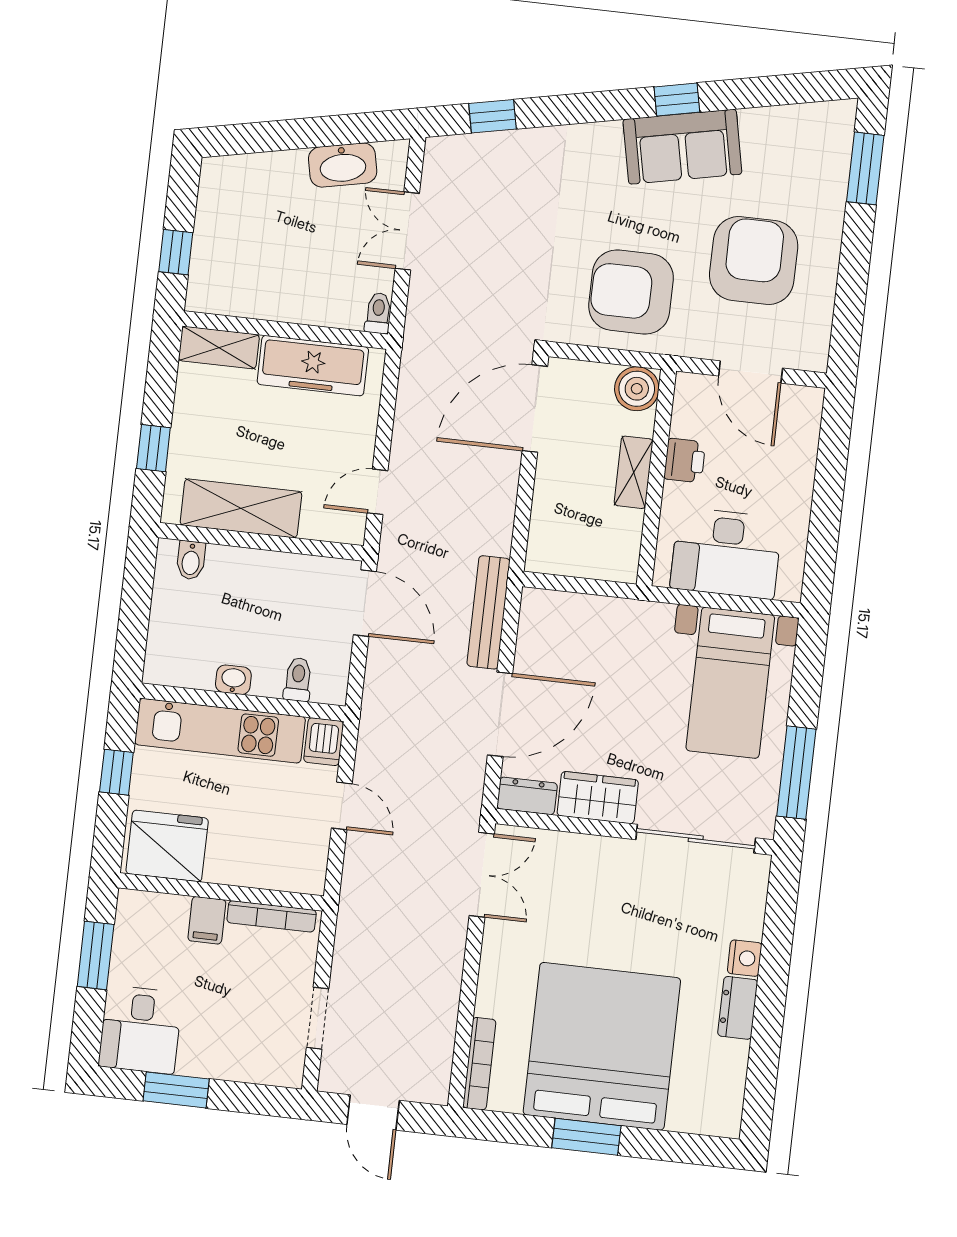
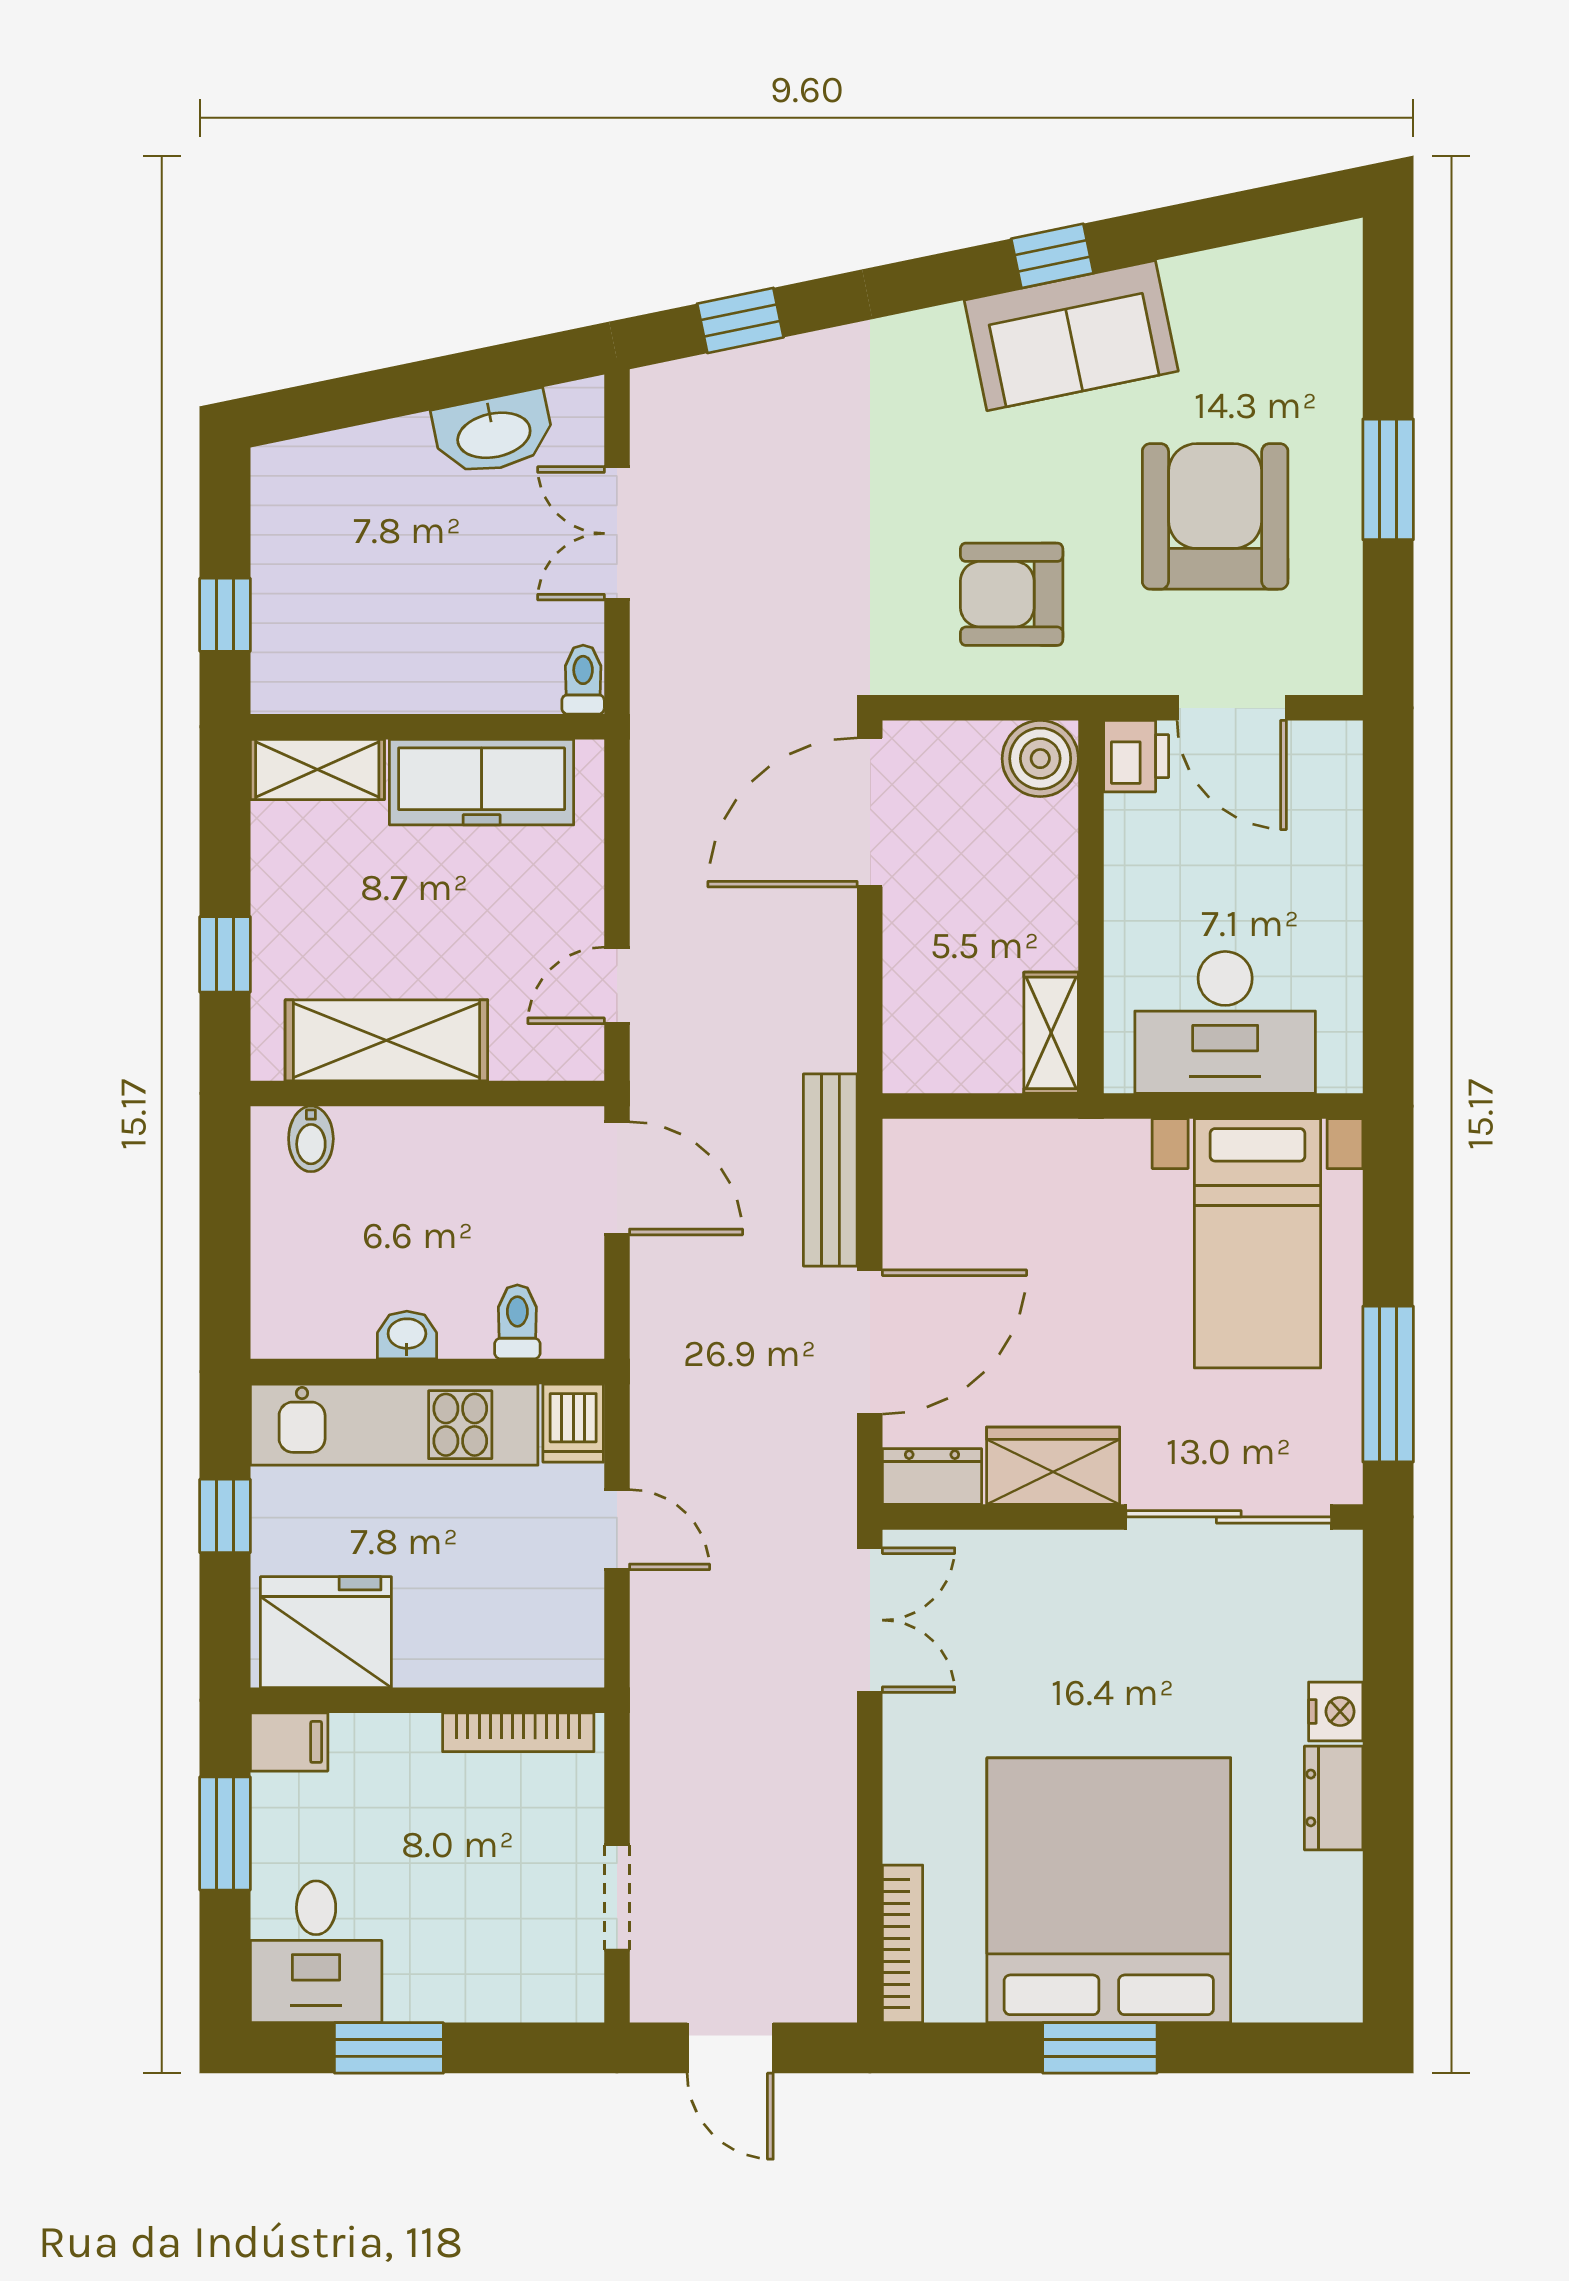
window: (865, 168) -> (1388, 479), moved
armchair: (631, 292) -> (1012, 594), width x0.73, depth x0.73
printer: (685, 461) -> (1136, 756), moved
shelving: (634, 472) -> (1051, 1033), moved
filing cabinet: (207, 920) -> (289, 1742), moved, turned -90

